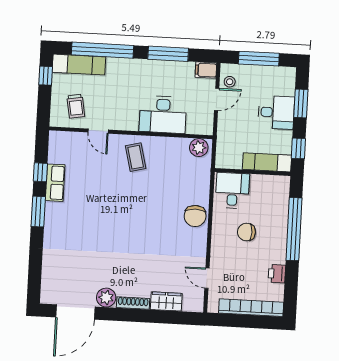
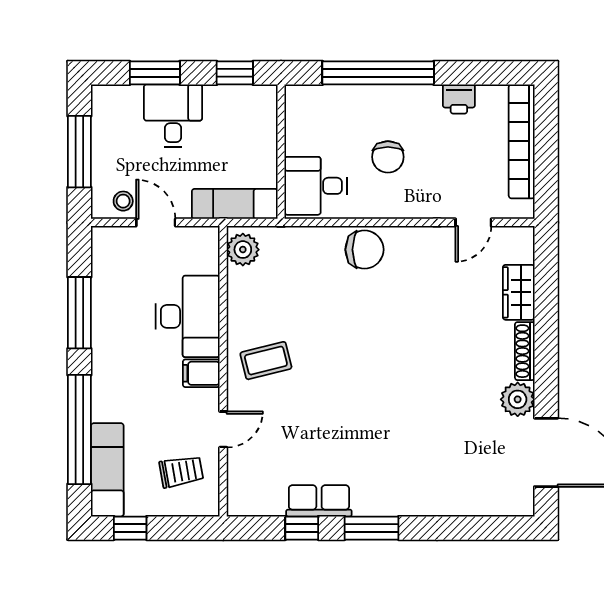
filing cabinet: (206, 70) -> (201, 373), moved, turned 90
exam couch: (267, 162) -> (235, 204), moved, turned 90

